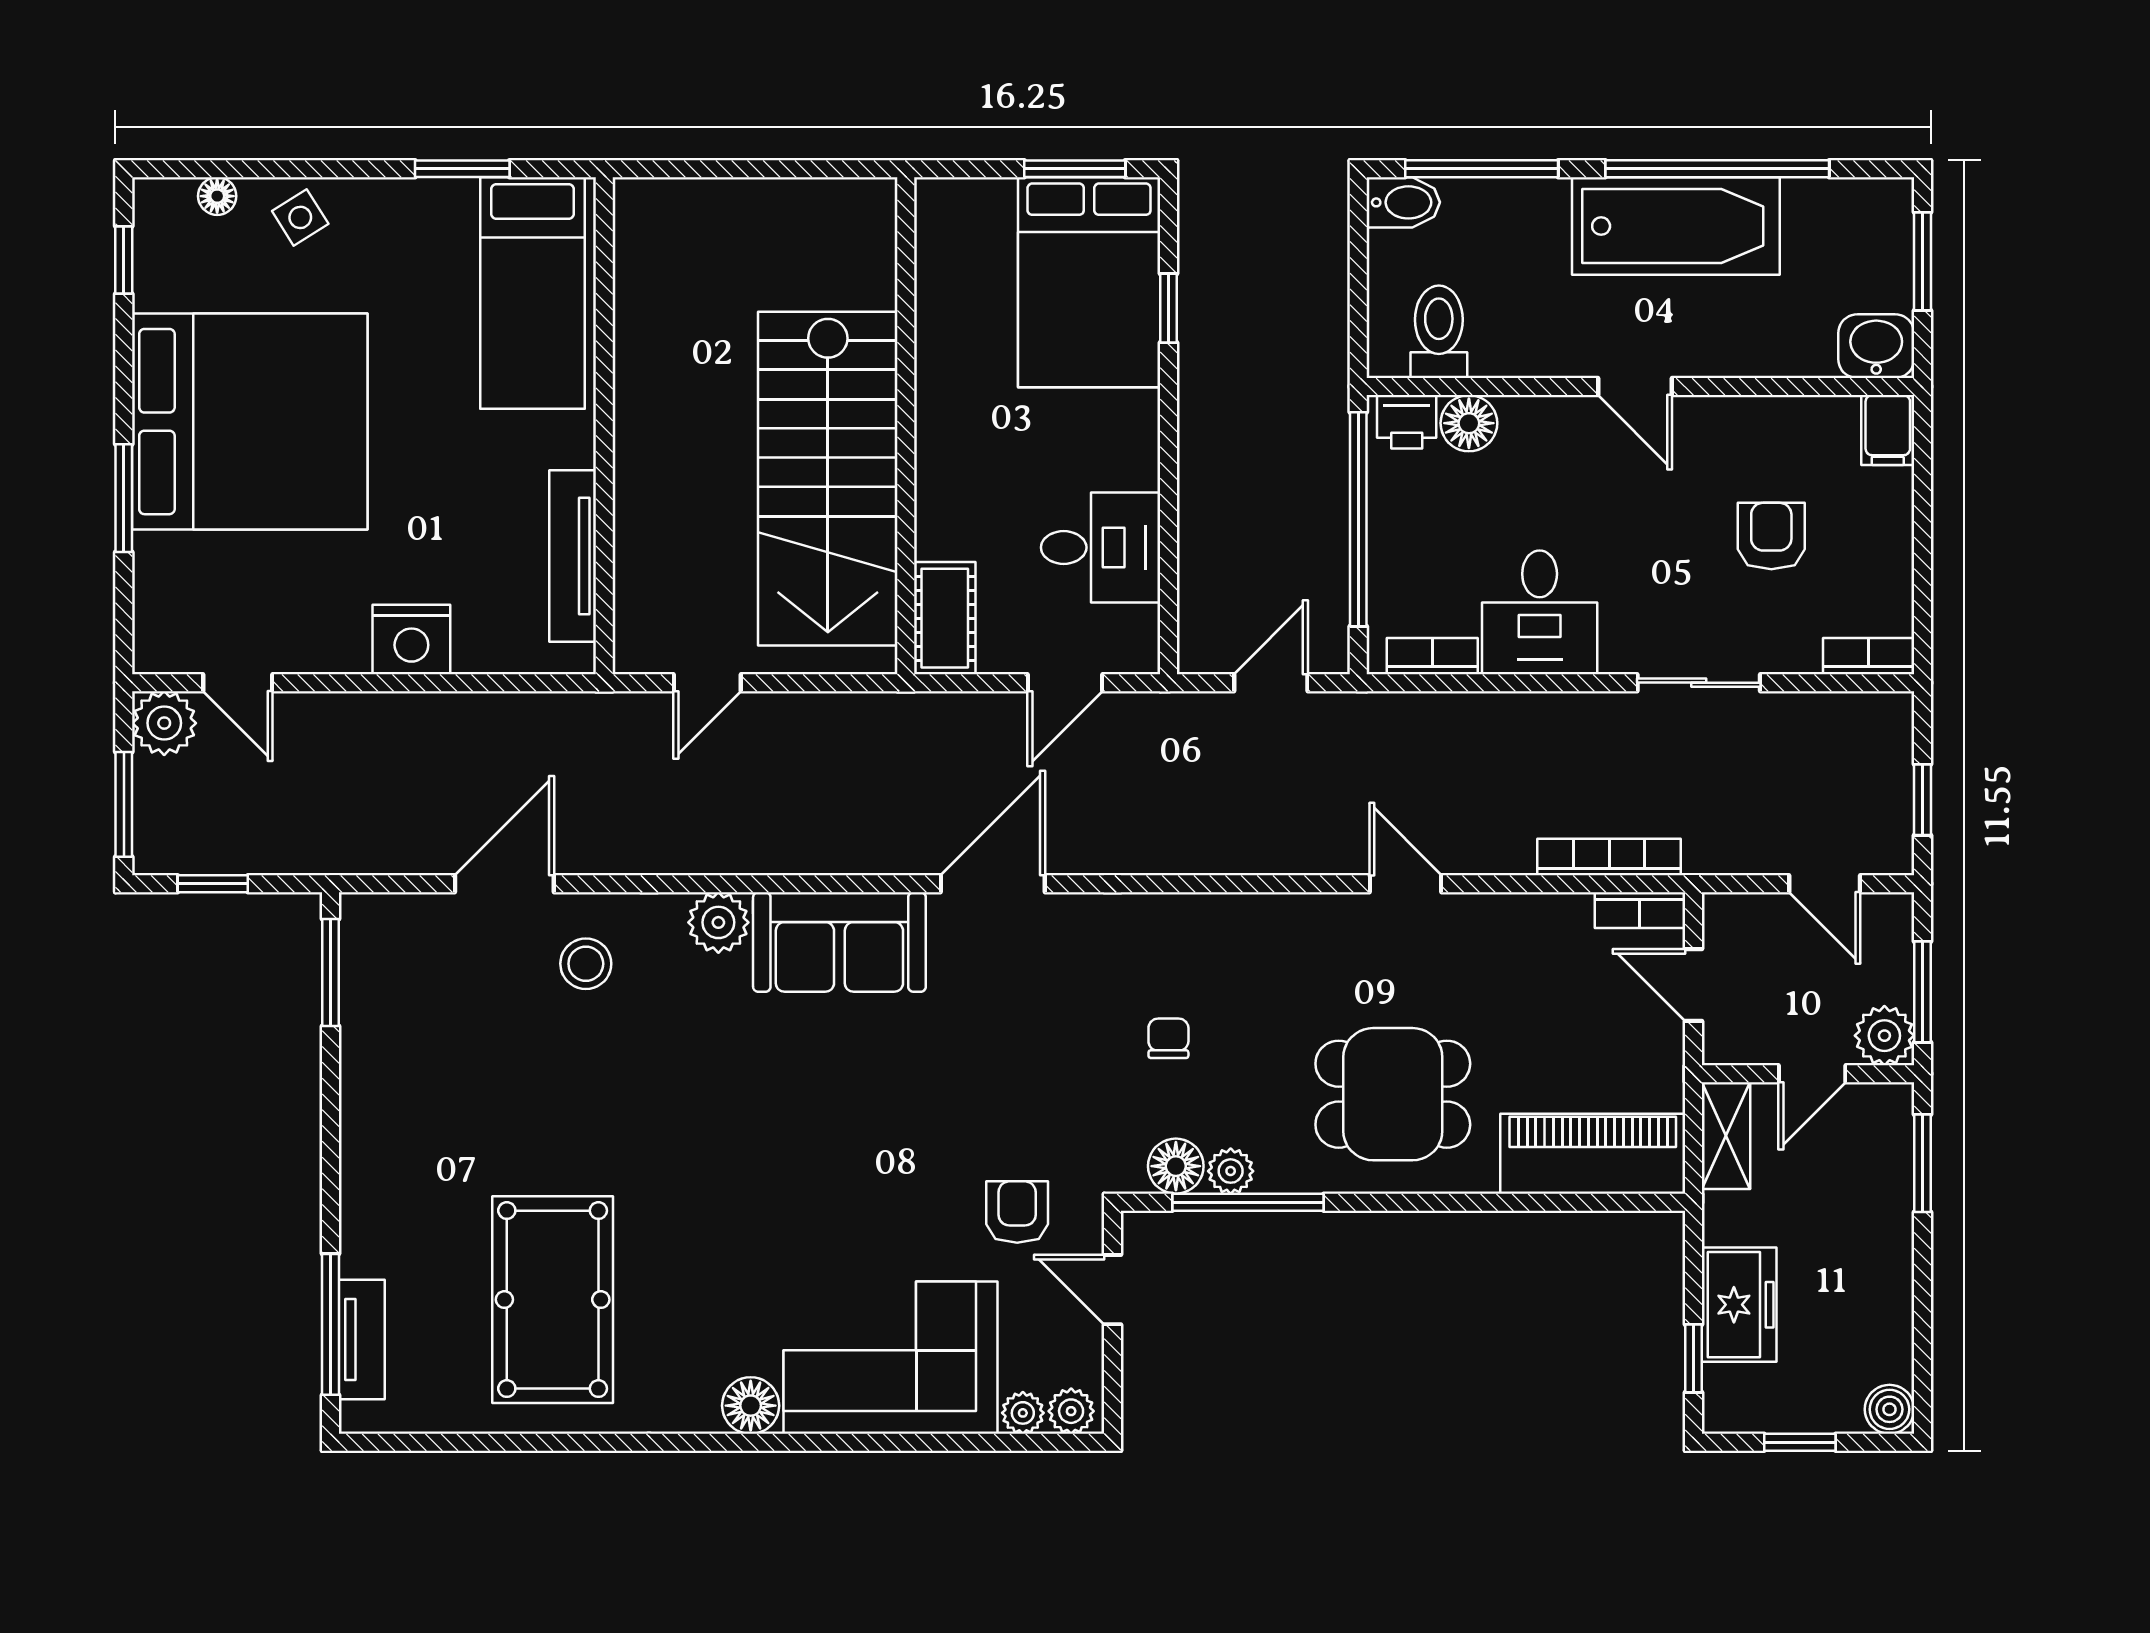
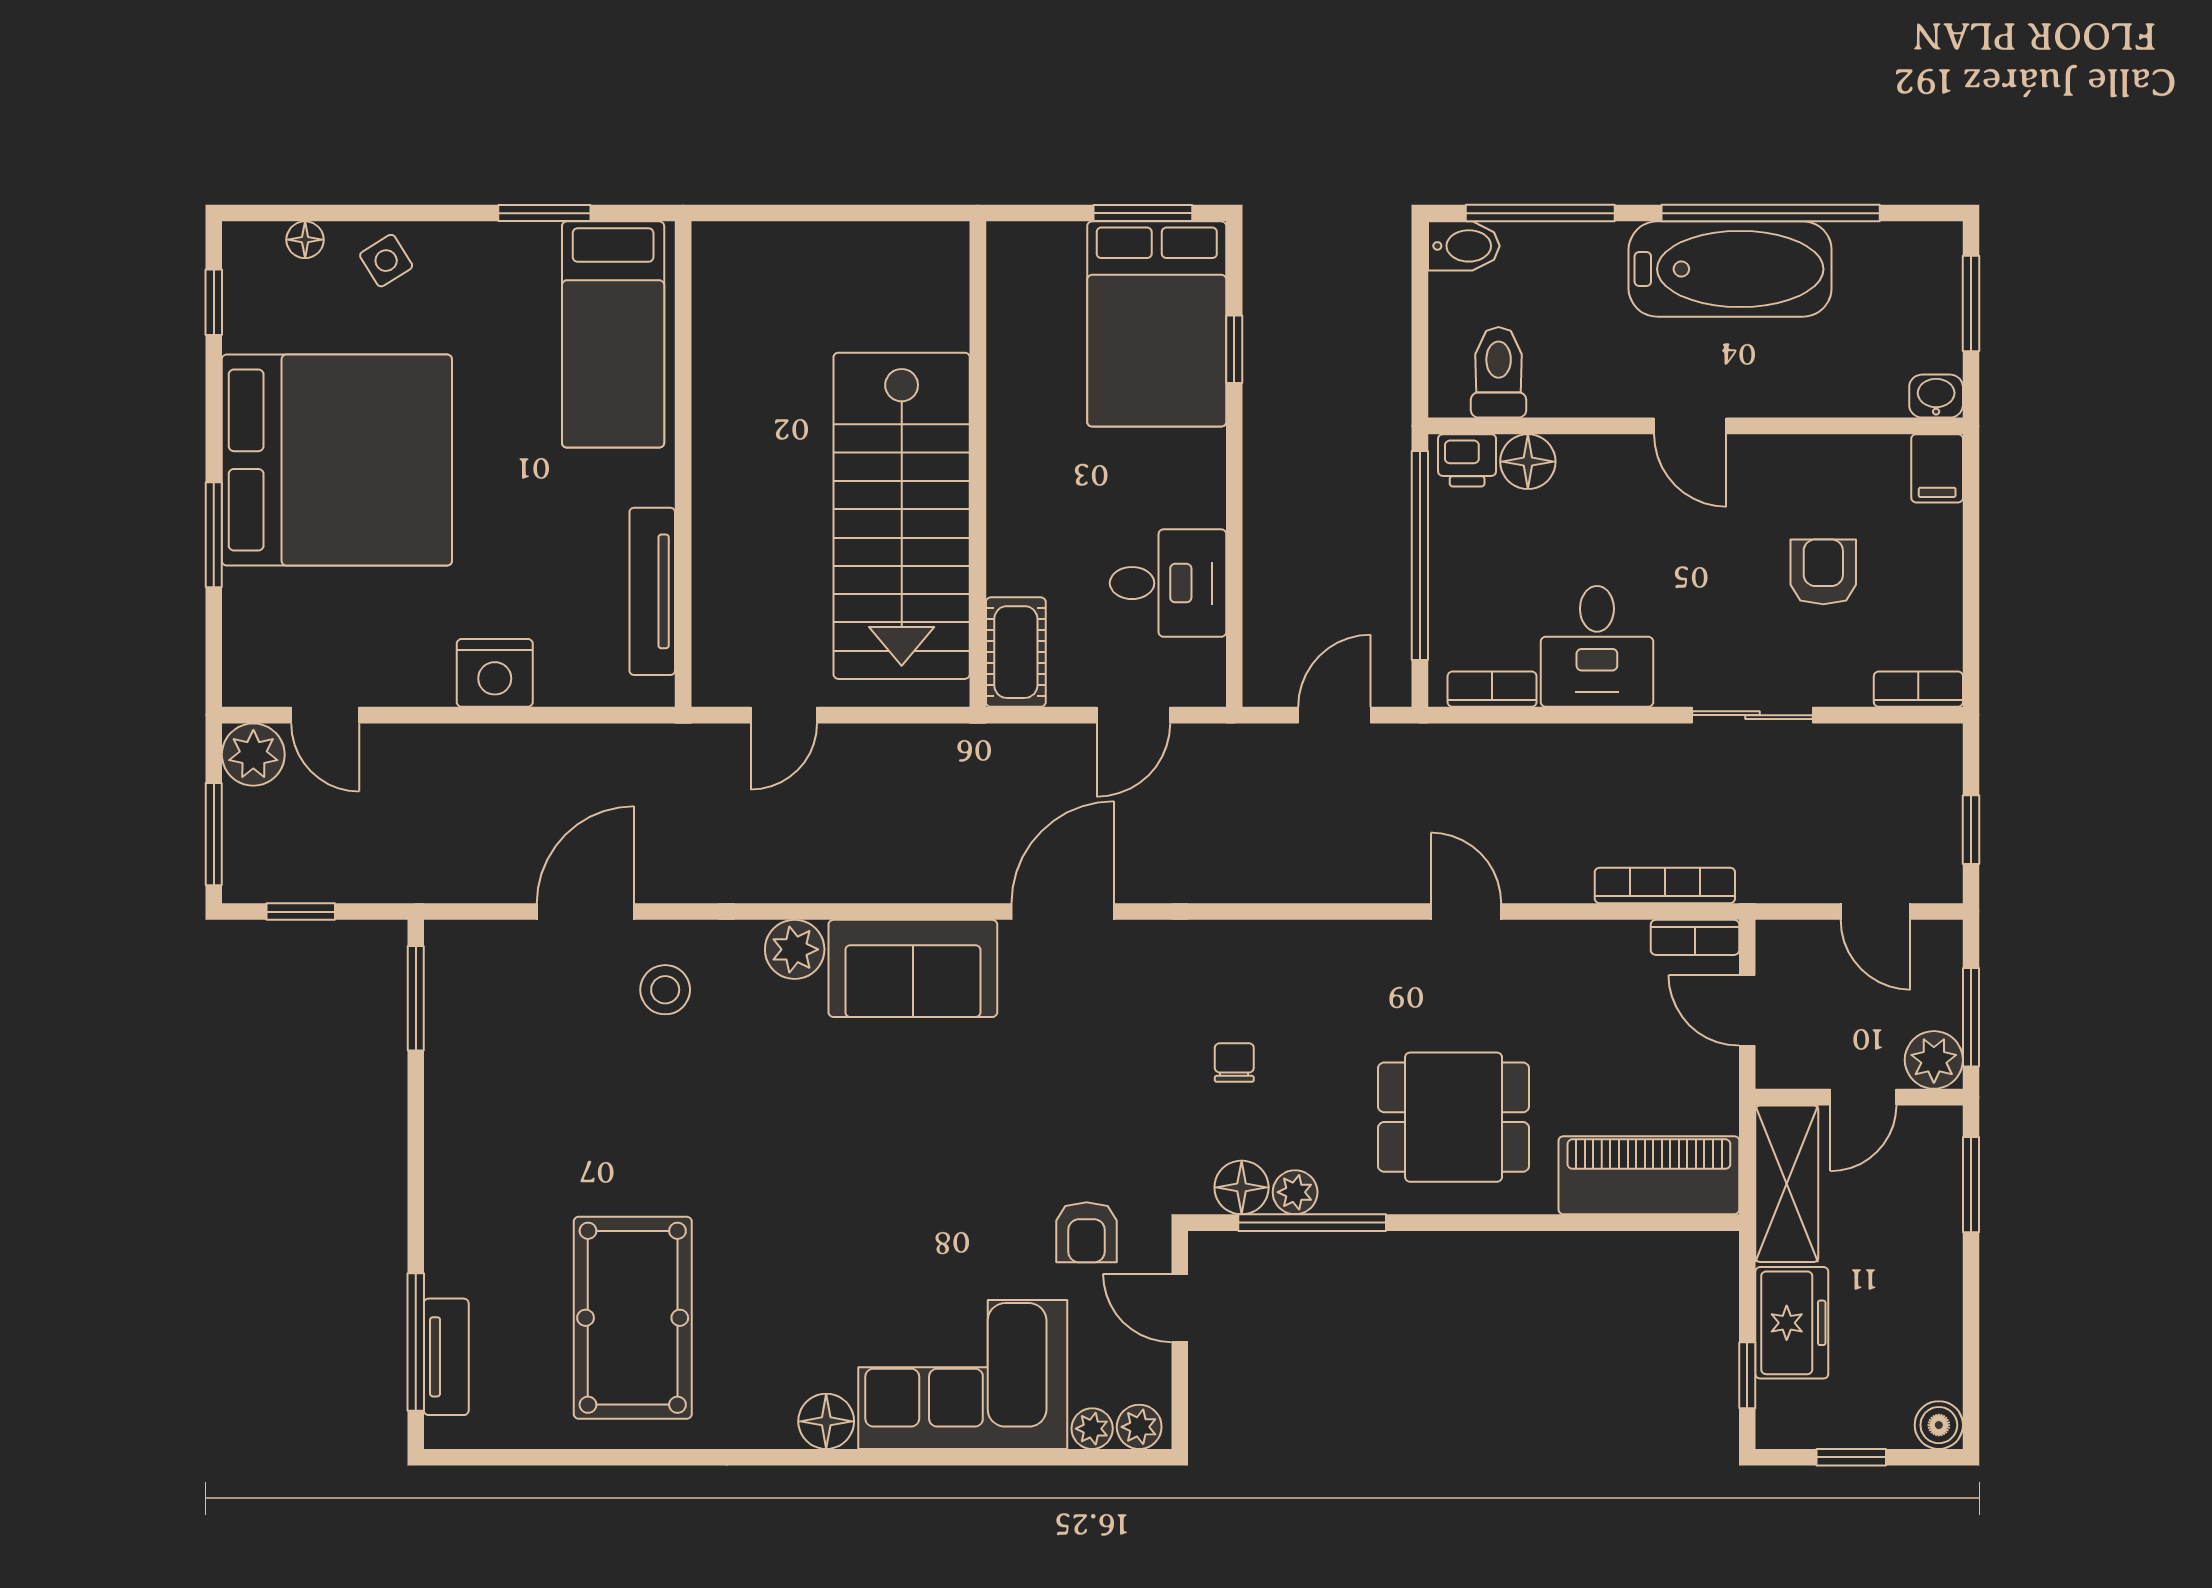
washbasin: (1876, 346) -> (1936, 396), width x0.72, depth x0.69
shelving: (1726, 1136) -> (1787, 1184), width x1.50, depth x1.33
armchair: (1017, 1212) -> (1087, 1232), turned 180

